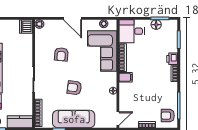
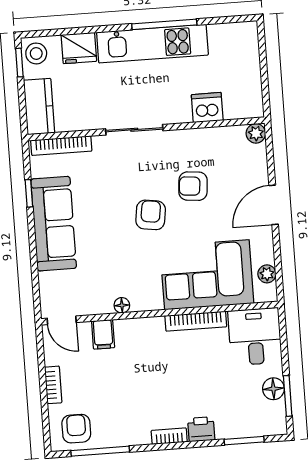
dishwasher: (26, 26) -> (207, 107), moved
filing cabinet: (126, 77) -> (103, 334), moved
armchair: (74, 88) -> (151, 215), moved

